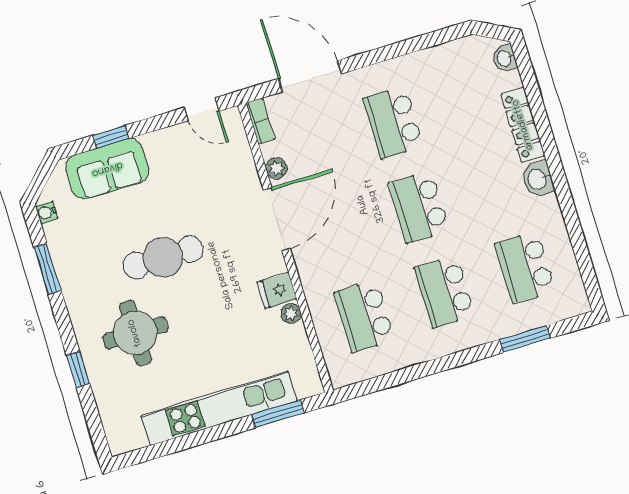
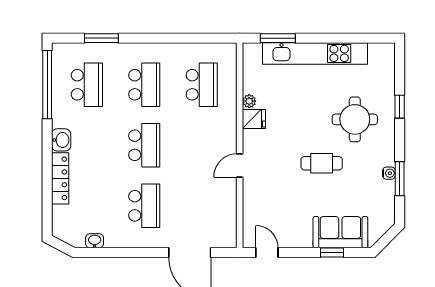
washbasin: (505, 58) -> (95, 241), moved, turned -90
bookcase: (260, 121) -> (231, 233), removed
plant: (276, 168) -> (230, 199), removed
water cooler: (47, 212) -> (389, 173), moved
door: (277, 219) -> (240, 165), width x0.53
window: (581, 251) -> (47, 85), added
cafe table: (163, 257) -> (322, 163), width x0.73, depth x0.74

